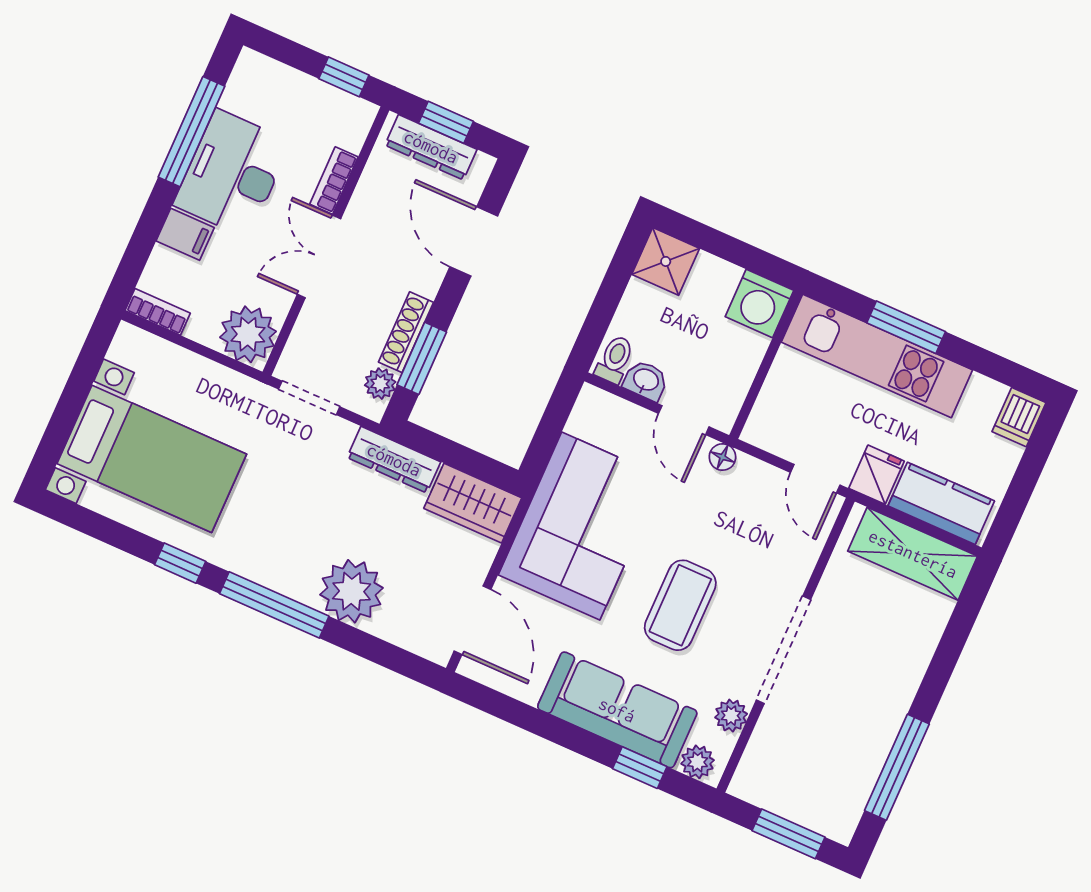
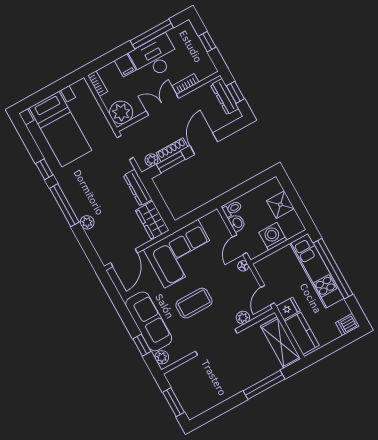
window: (344, 77) -> (207, 42), moved
door: (474, 241) -> (204, 144), moved
shower: (666, 261) -> (280, 205), moved
washing machine: (759, 304) -> (273, 236), moved, turned 90
window: (906, 327) -> (333, 269), width x2.11
plant: (352, 591) -> (87, 222), width x0.53, depth x0.53
plant: (731, 716) -> (243, 318), moved
window: (897, 767) -> (264, 385), moved

